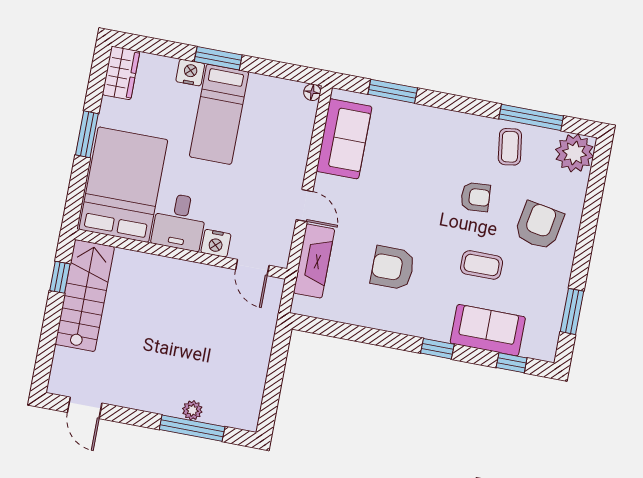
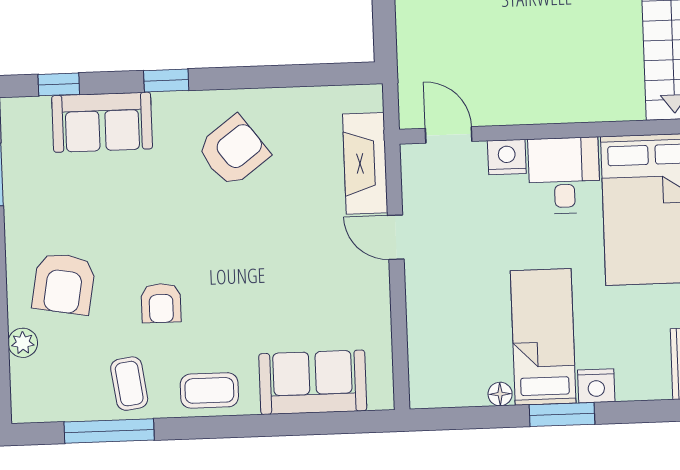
window: (393, 91) -> (309, 424), removed
floor lamp: (312, 92) -> (500, 394), moved
sofa: (344, 139) -> (313, 382), moved, turned 90
plant: (575, 153) -> (23, 343), moved, width x0.53, depth x0.53
armchair: (475, 197) -> (161, 303), turned -86
coffee table: (482, 265) -> (209, 390), moved
armchair: (393, 268) -> (233, 151), moved, turned -37

